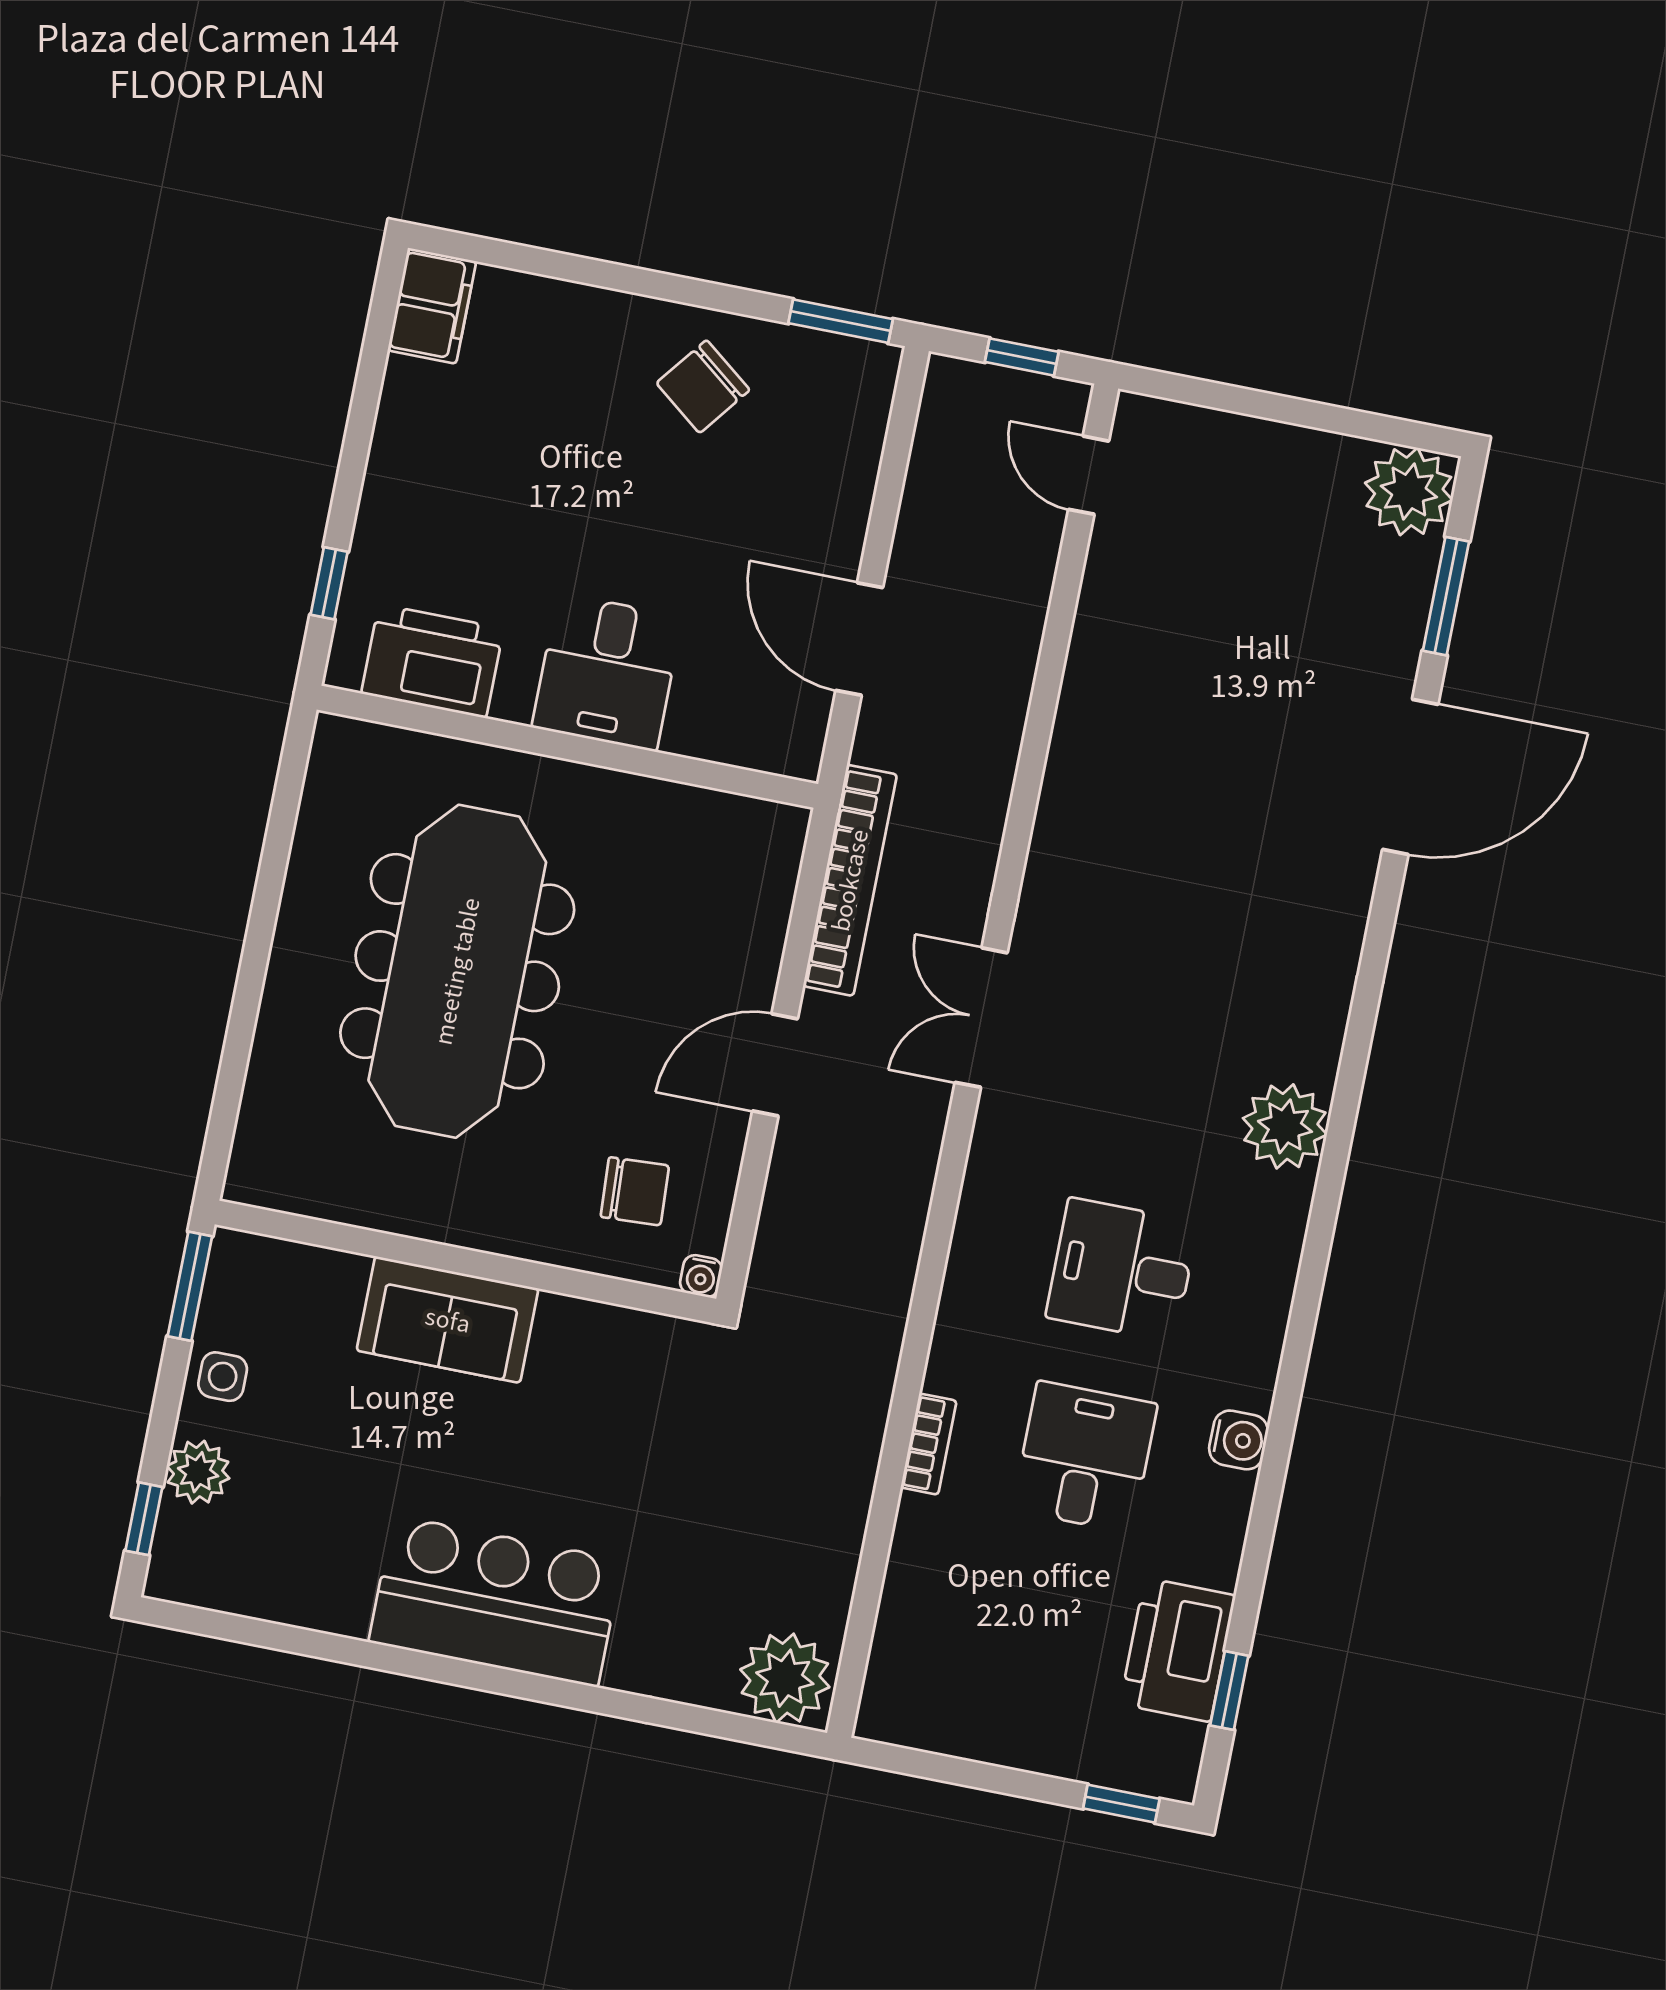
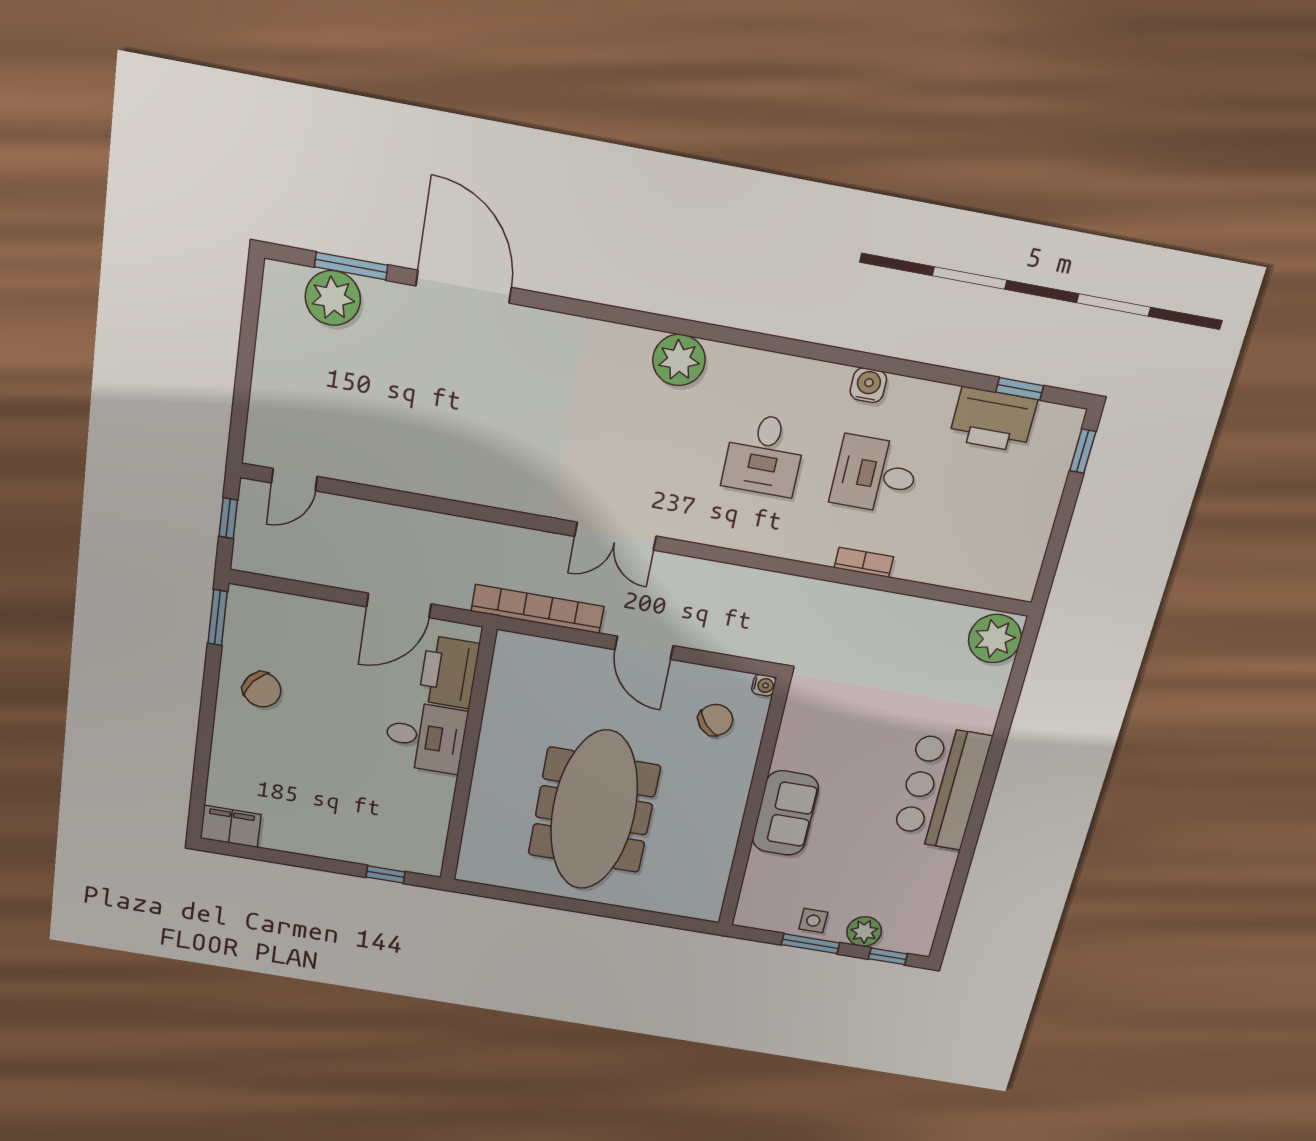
plant: (1409, 491) -> (333, 298), moved
printer: (432, 661) -> (449, 672), moved
meeting table: (457, 971) -> (594, 810), turned 90
chair: (635, 1191) -> (716, 720), turned 52
window: (190, 1286) -> (811, 944), moved

